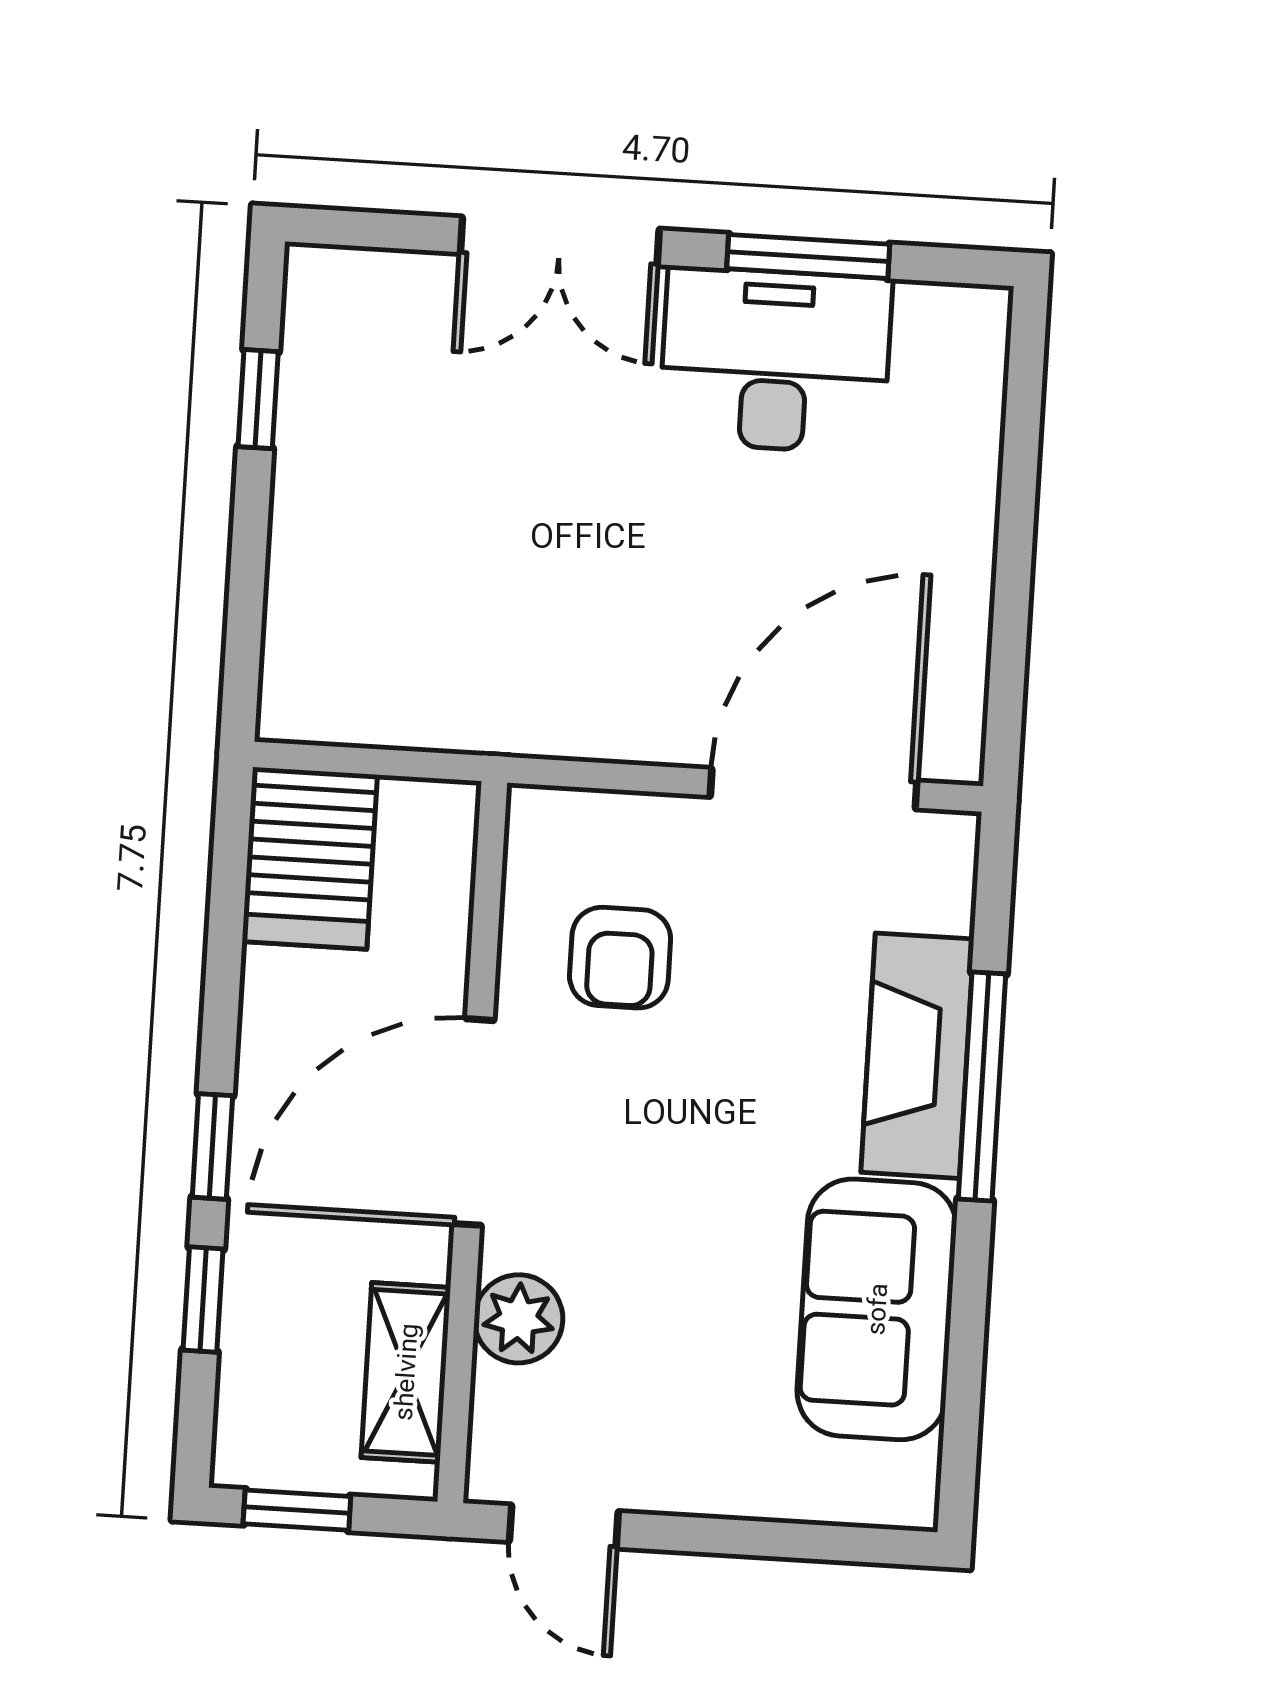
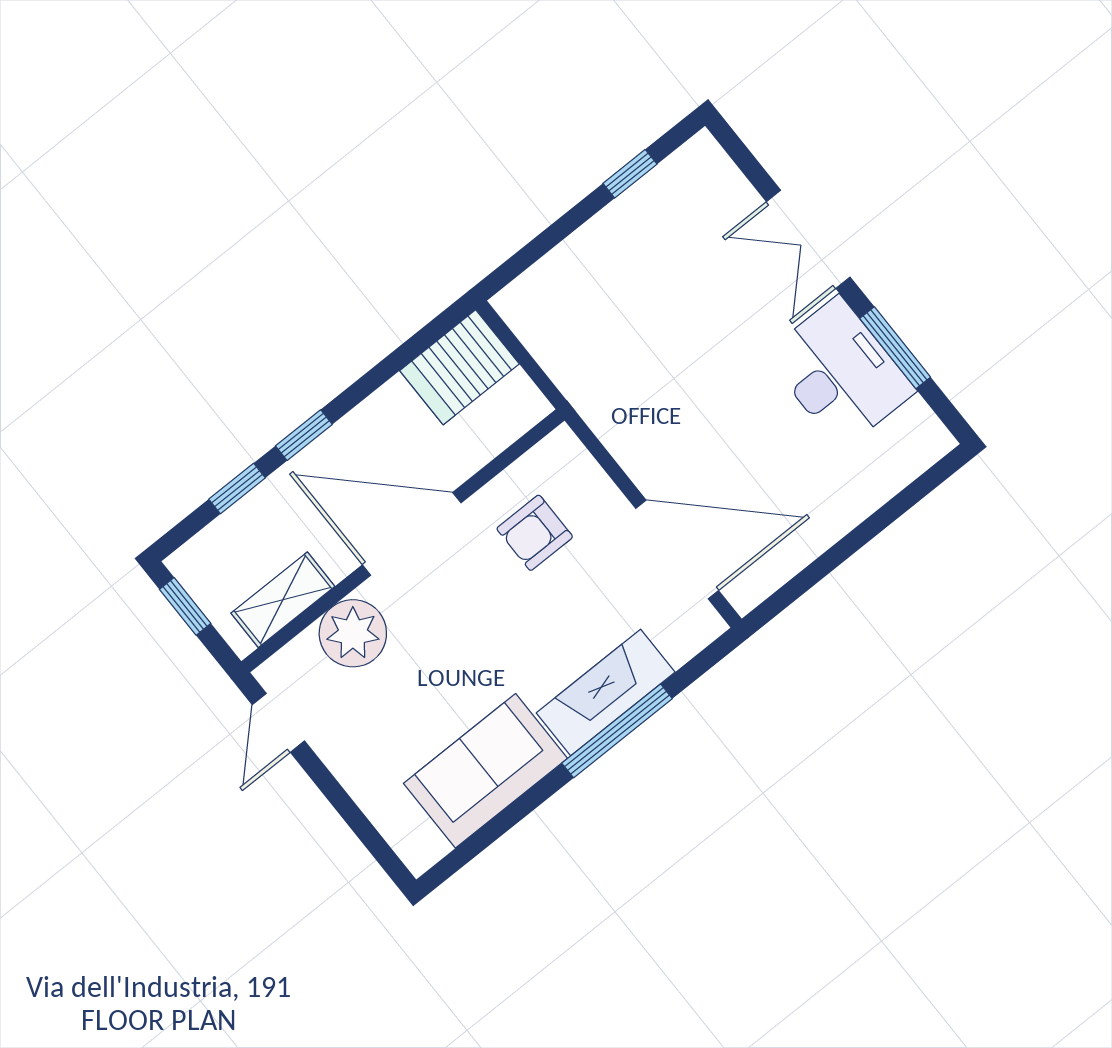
plant: (519, 1319) -> (353, 633), width x1.36, depth x1.36

